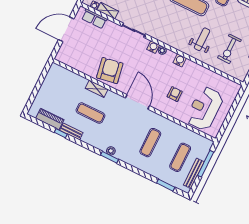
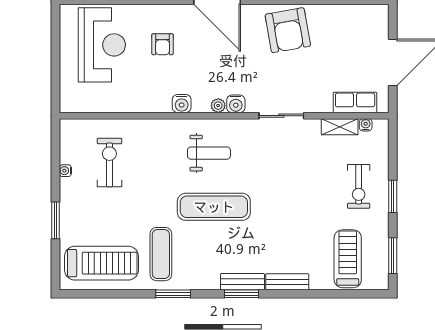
weight bench: (202, 39) -> (209, 153), moved, turned -90

